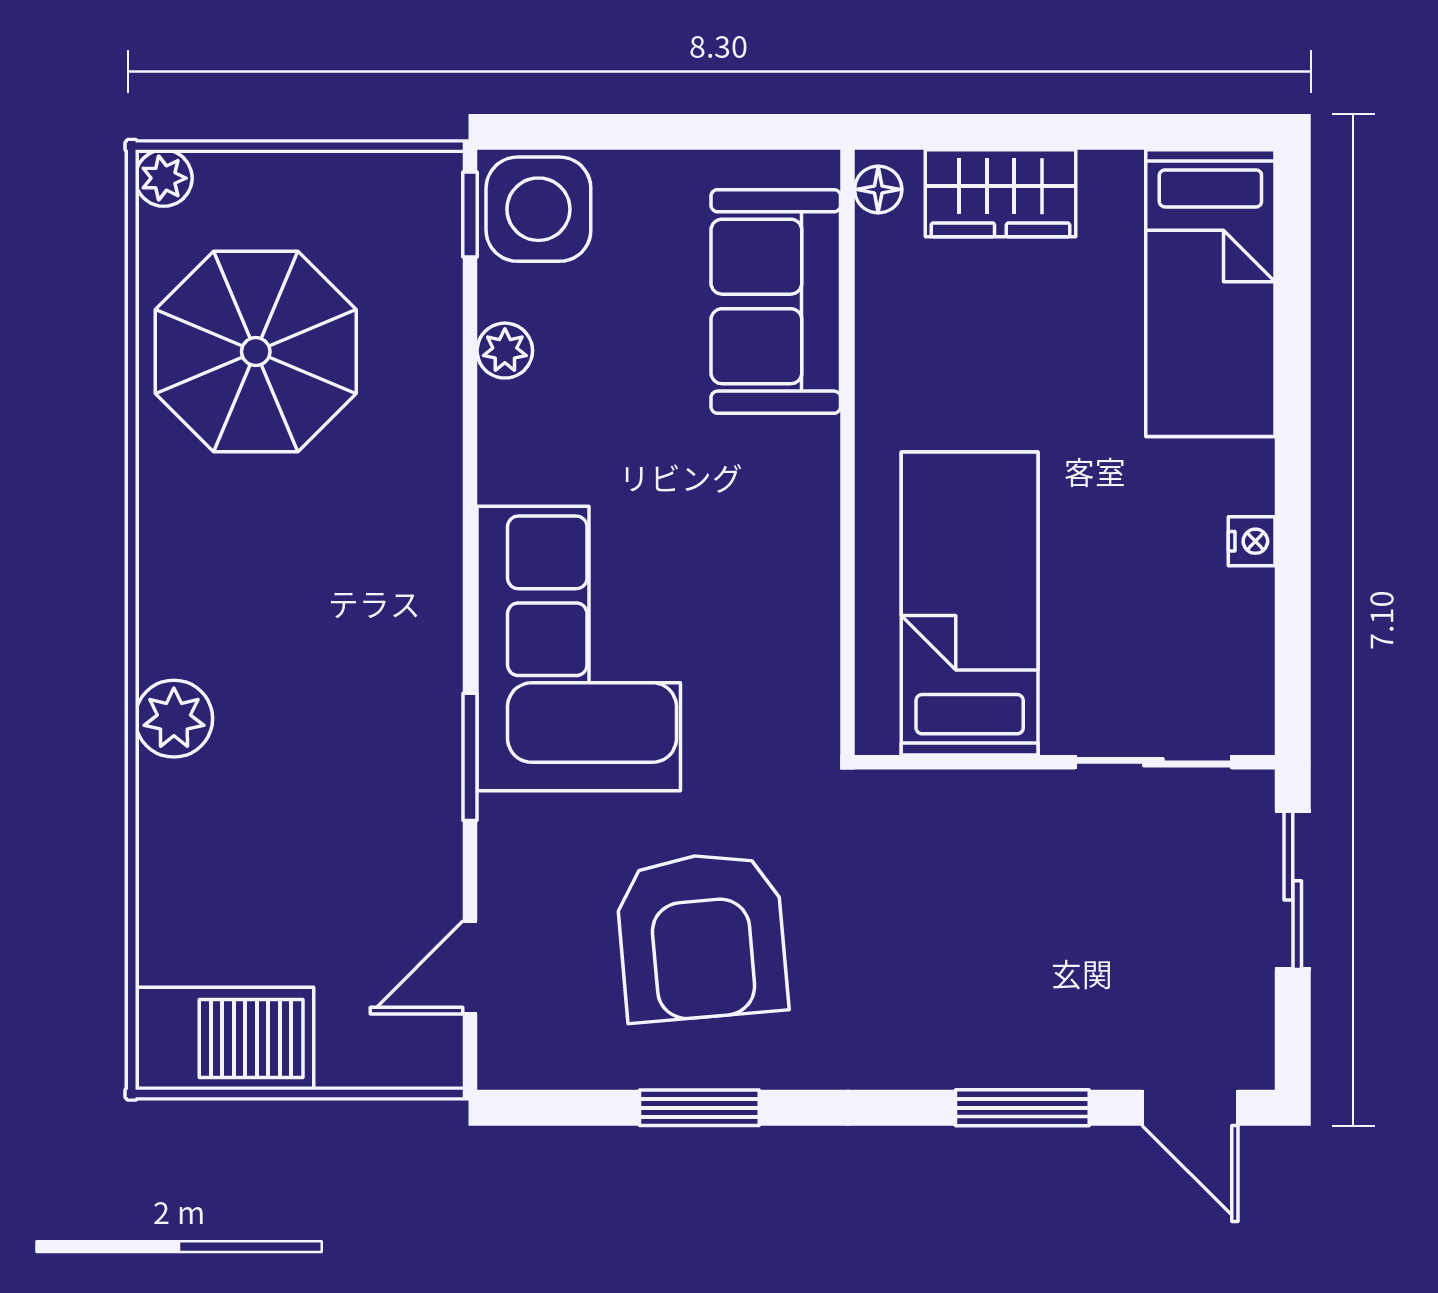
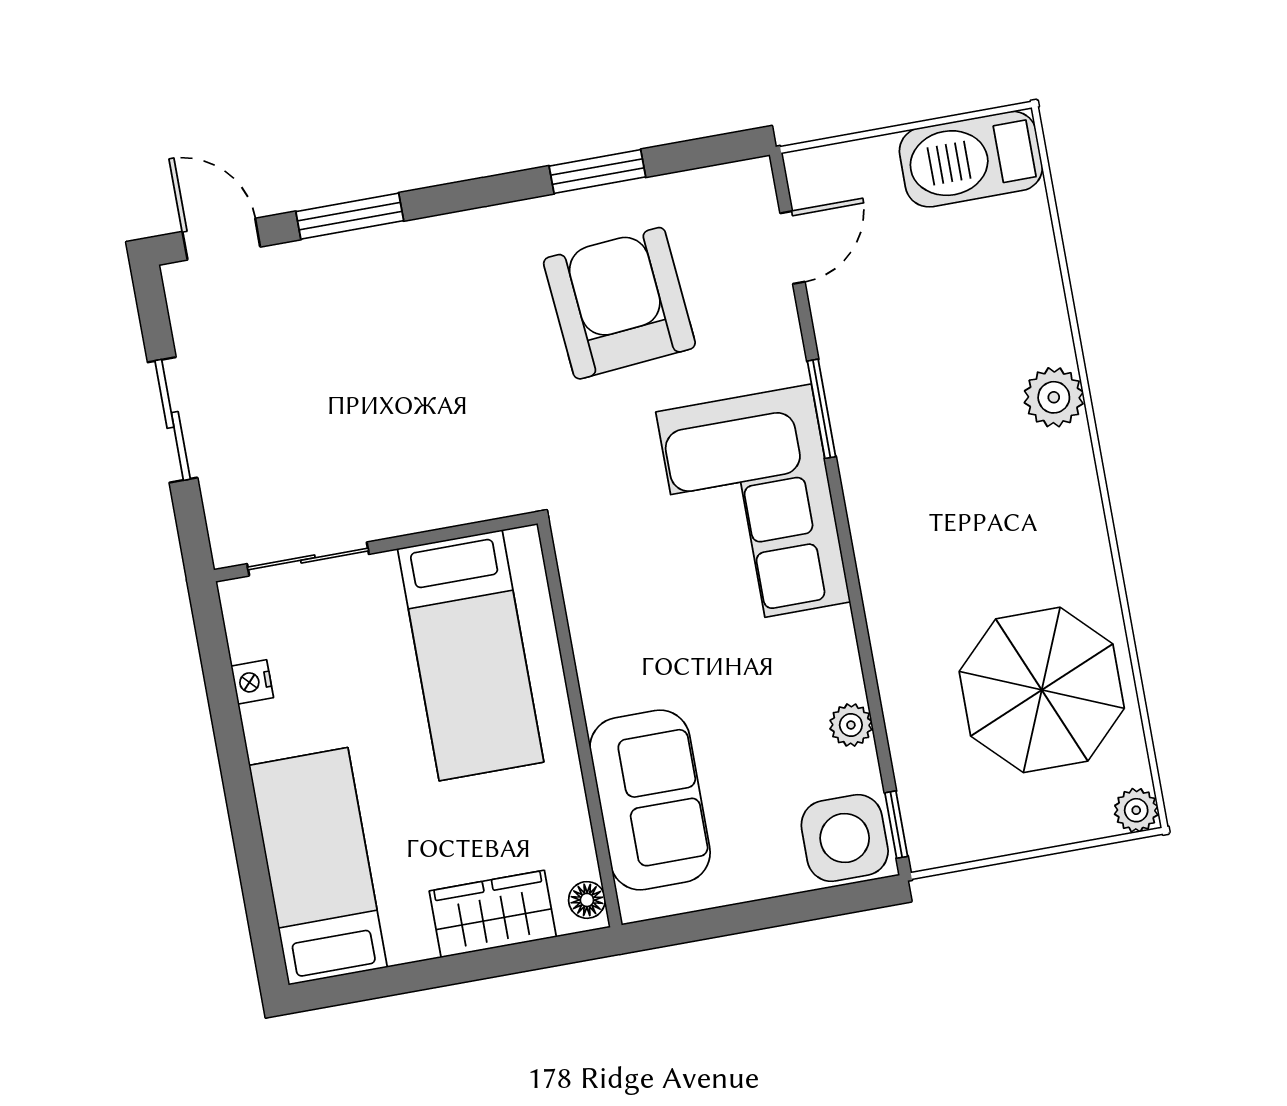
bed: (970, 603) -> (471, 655), moved
wall: (1065, 762) -> (376, 547), moved
sliding door: (1153, 762) -> (308, 559), moved

